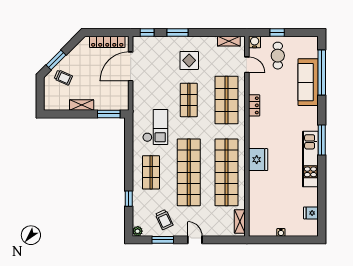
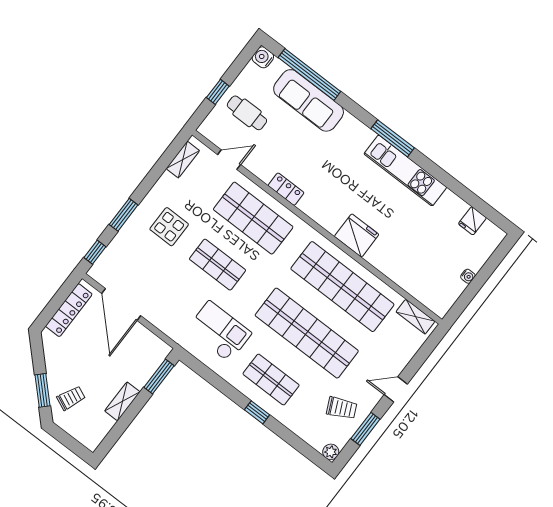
water cooler: (255, 42) -> (263, 57), moved
window: (129, 199) -> (257, 412), moved

